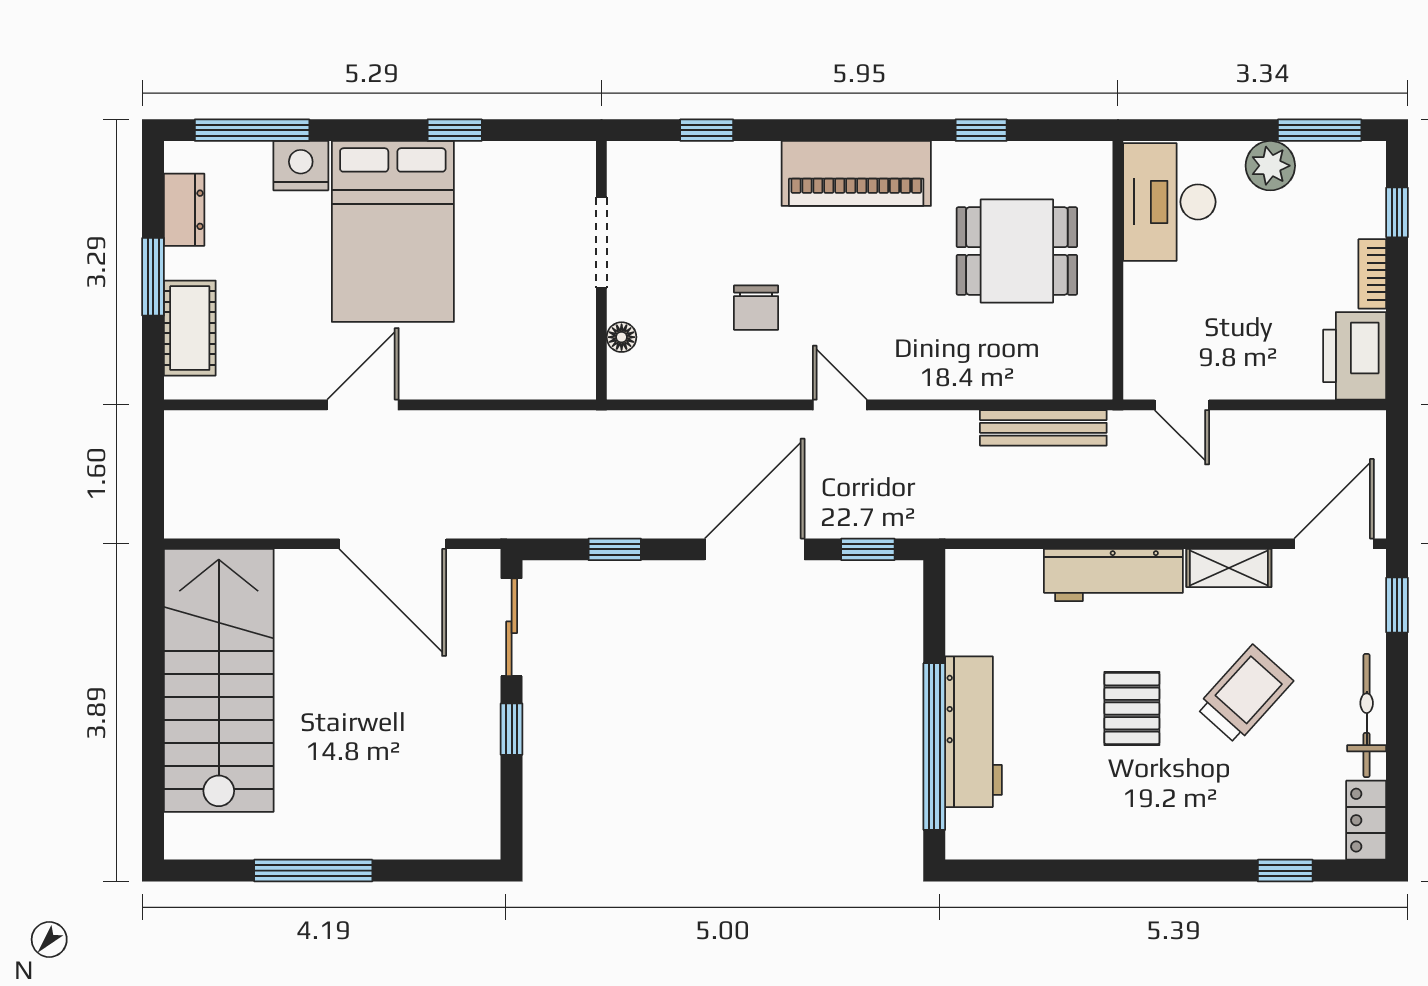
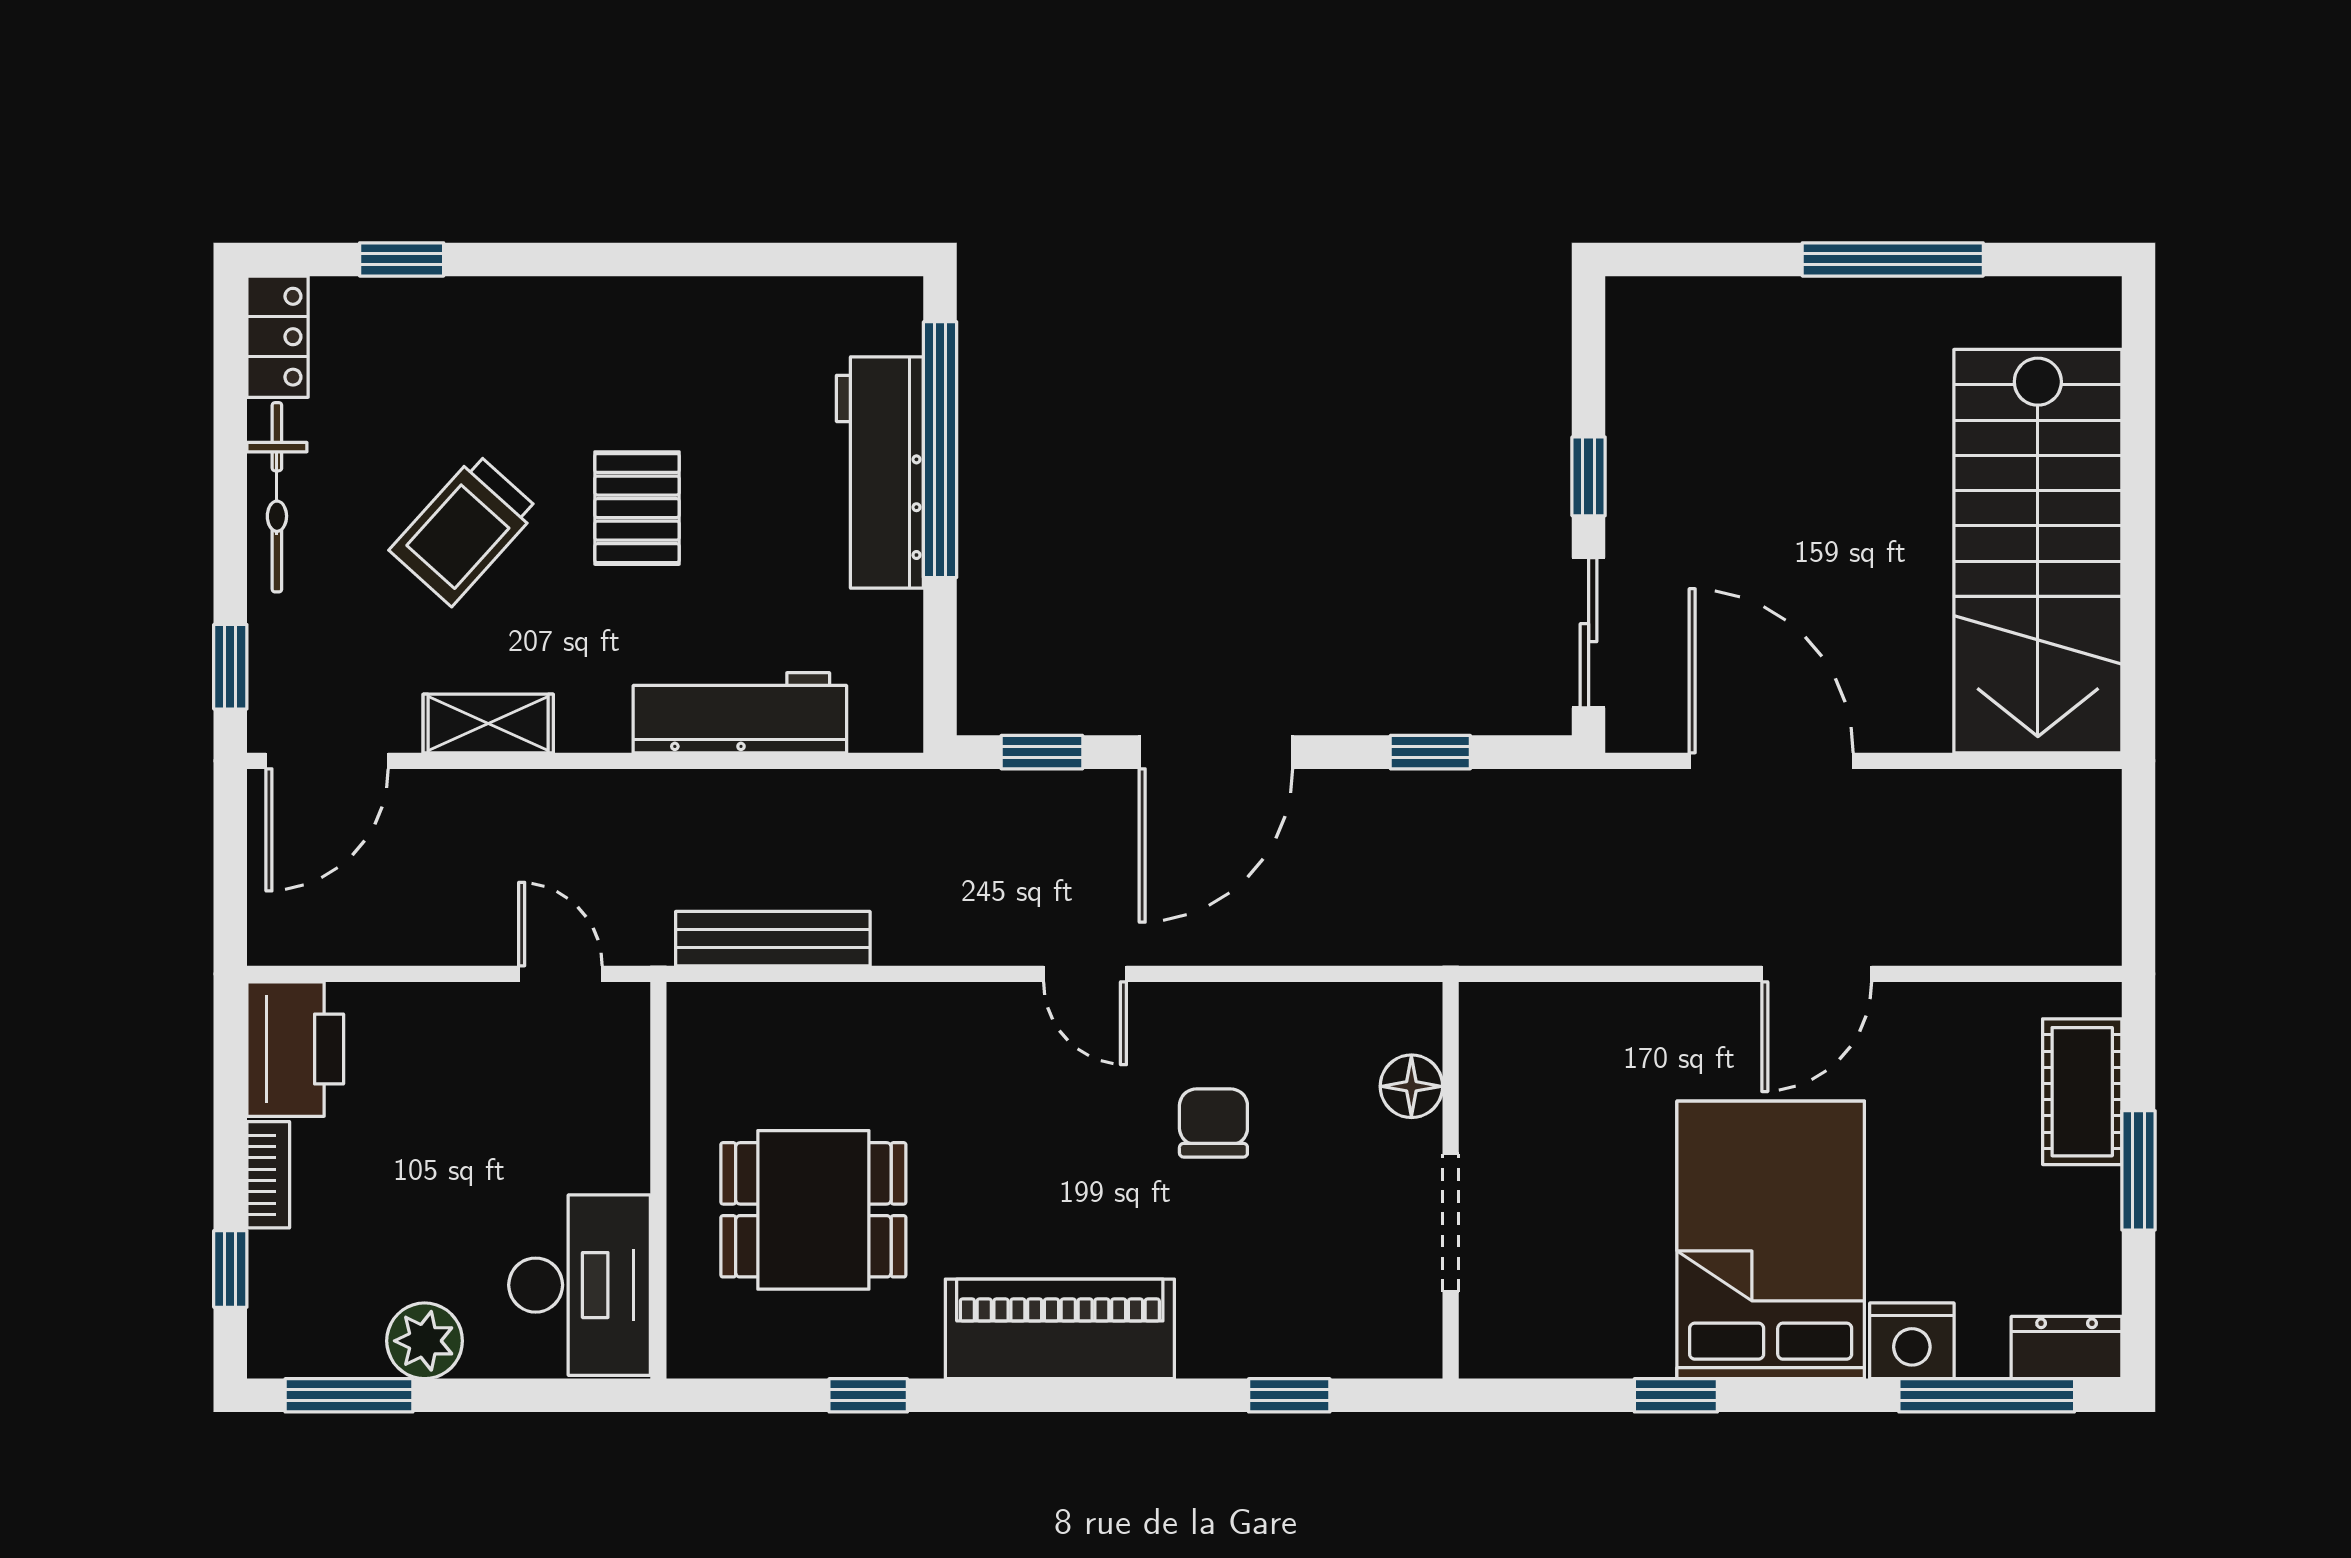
dresser: (184, 210) -> (2067, 1348), moved, turned 90
floor lamp: (622, 337) -> (1411, 1086), width x1.37, depth x1.37
workbench: (1113, 575) -> (740, 713), moved

